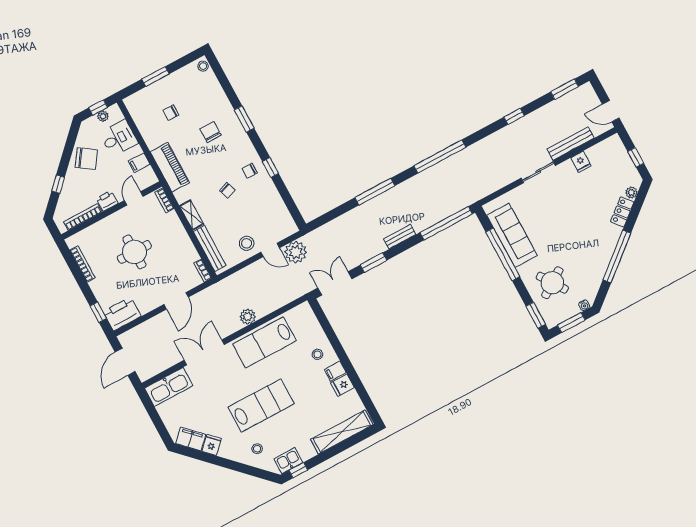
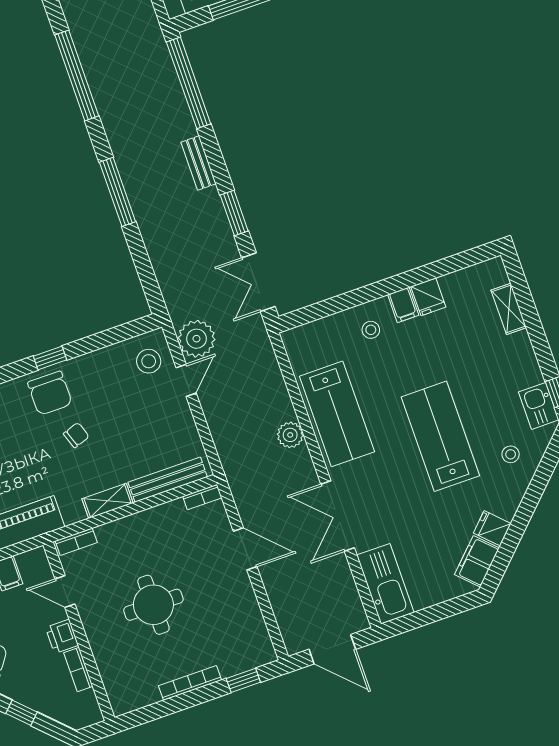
chair: (250, 171) -> (50, 393), width x1.87, depth x1.87
bookcase: (83, 217) -> (78, 670), width x0.64
stool: (247, 243) -> (149, 361), moved
bookcase: (82, 264) -> (190, 683), moved
printer: (122, 314) -> (252, 642), removed
shelving: (342, 432) -> (509, 309), width x0.45, depth x0.75

